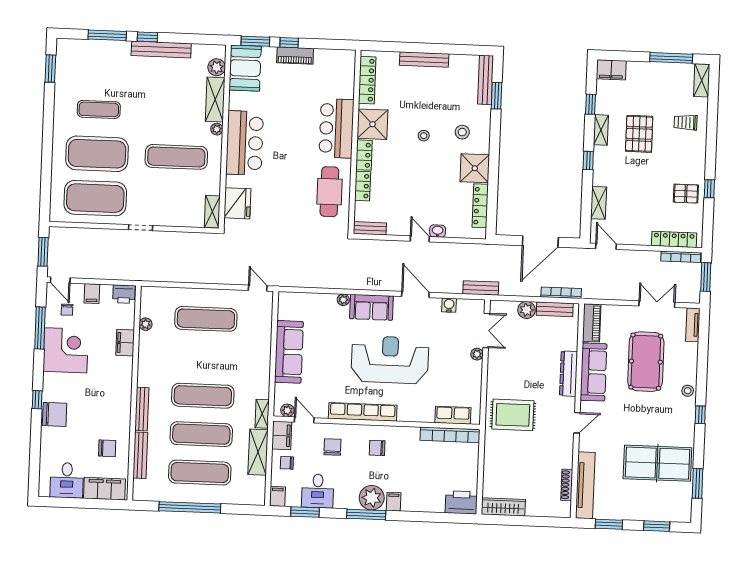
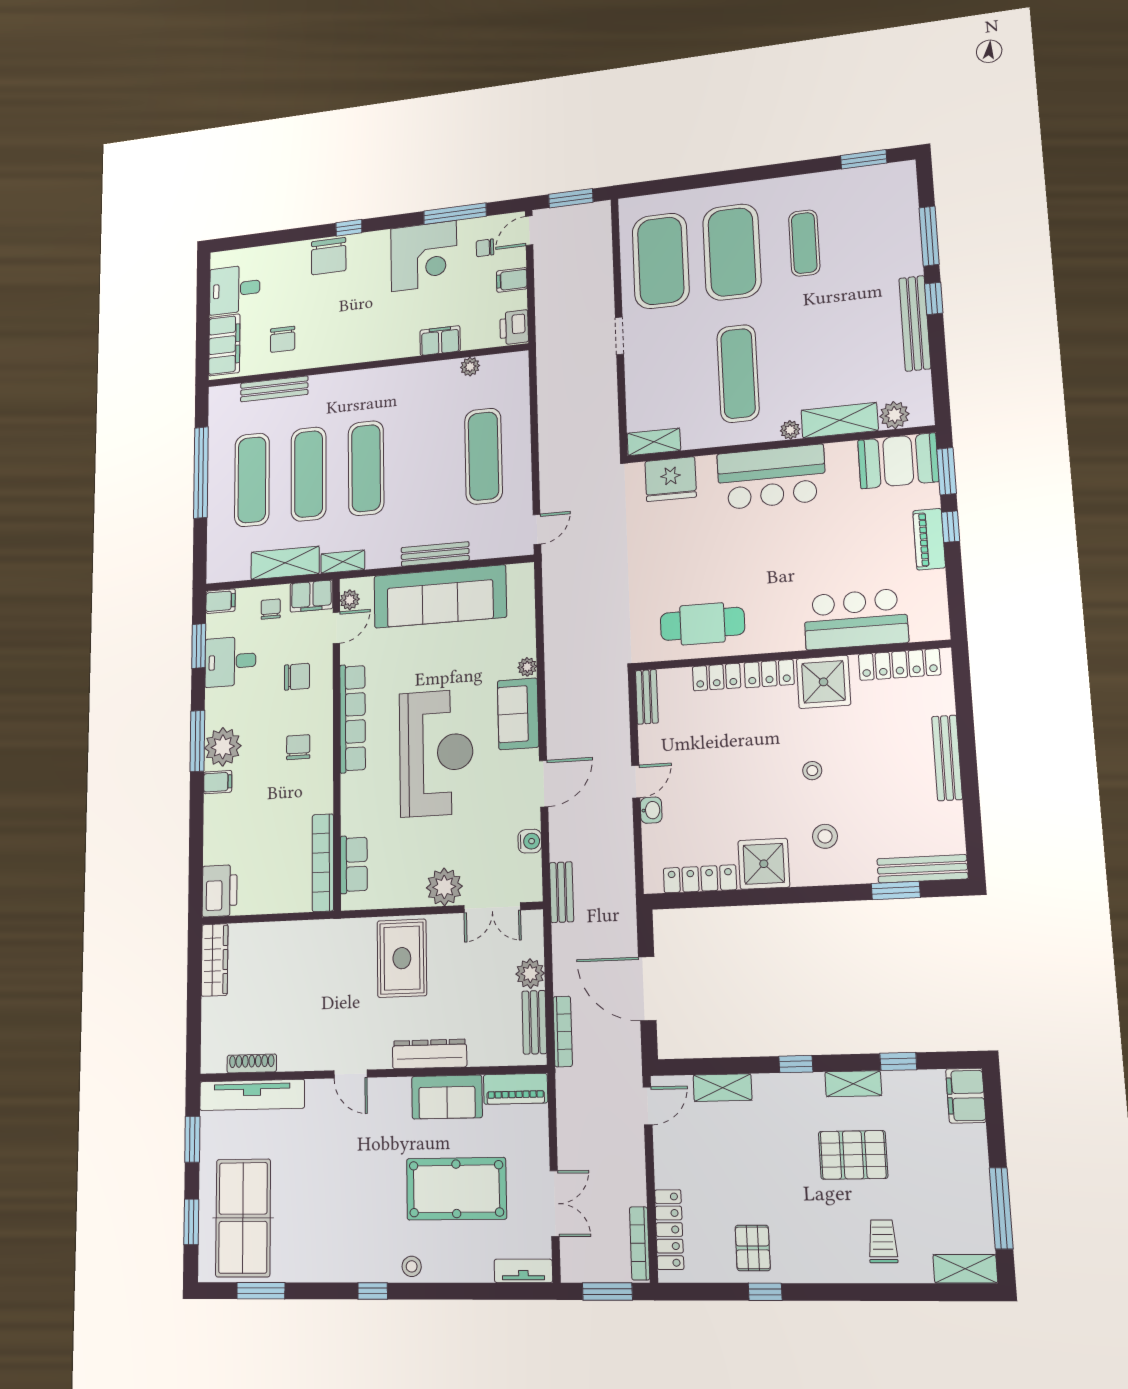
bar counter: (336, 128) -> (856, 619), moved
sofa: (289, 352) -> (440, 596), width x1.36, depth x1.27
plant: (477, 354) -> (444, 887), width x1.87, depth x1.87
sofa: (594, 372) -> (447, 1097), width x0.73
bench: (142, 409) -> (435, 554), moved
rug: (513, 415) -> (402, 958), moved
table tennis table: (657, 463) -> (243, 1218), moved

